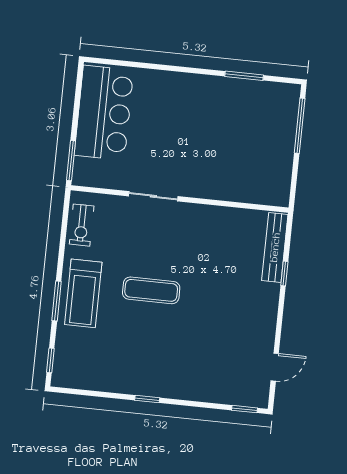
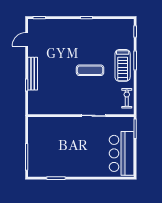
bench: (275, 247) -> (33, 74), moved
treadmill: (83, 293) -> (123, 65), turned 180

